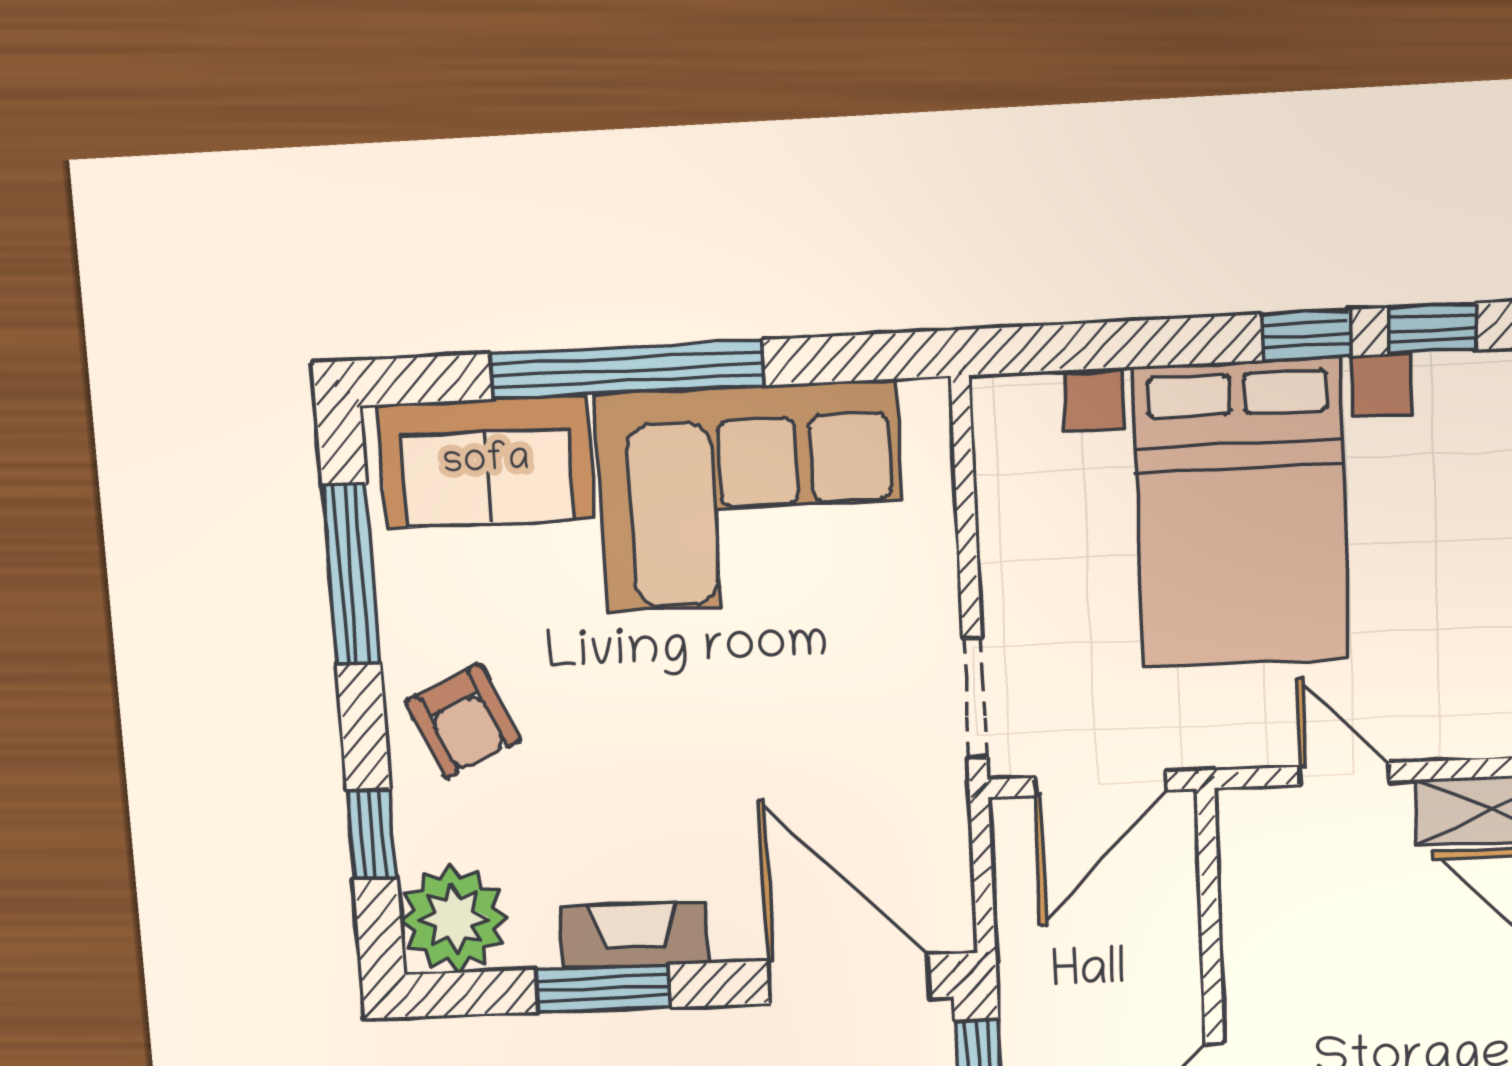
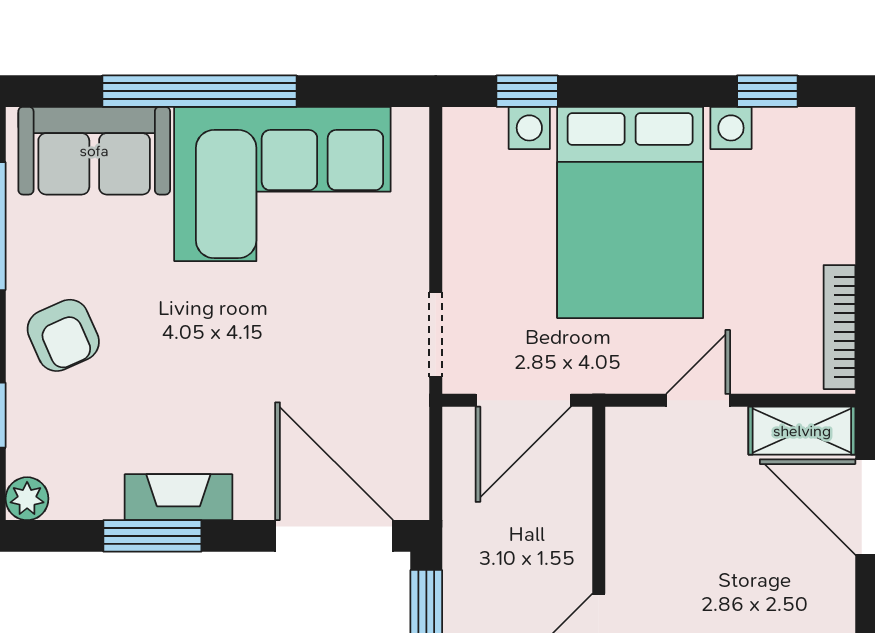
window: (1306, 335) -> (527, 91), moved
door: (1344, 774) -> (698, 400), hinge flipped
plant: (454, 919) -> (27, 499), width x0.53, depth x0.53

